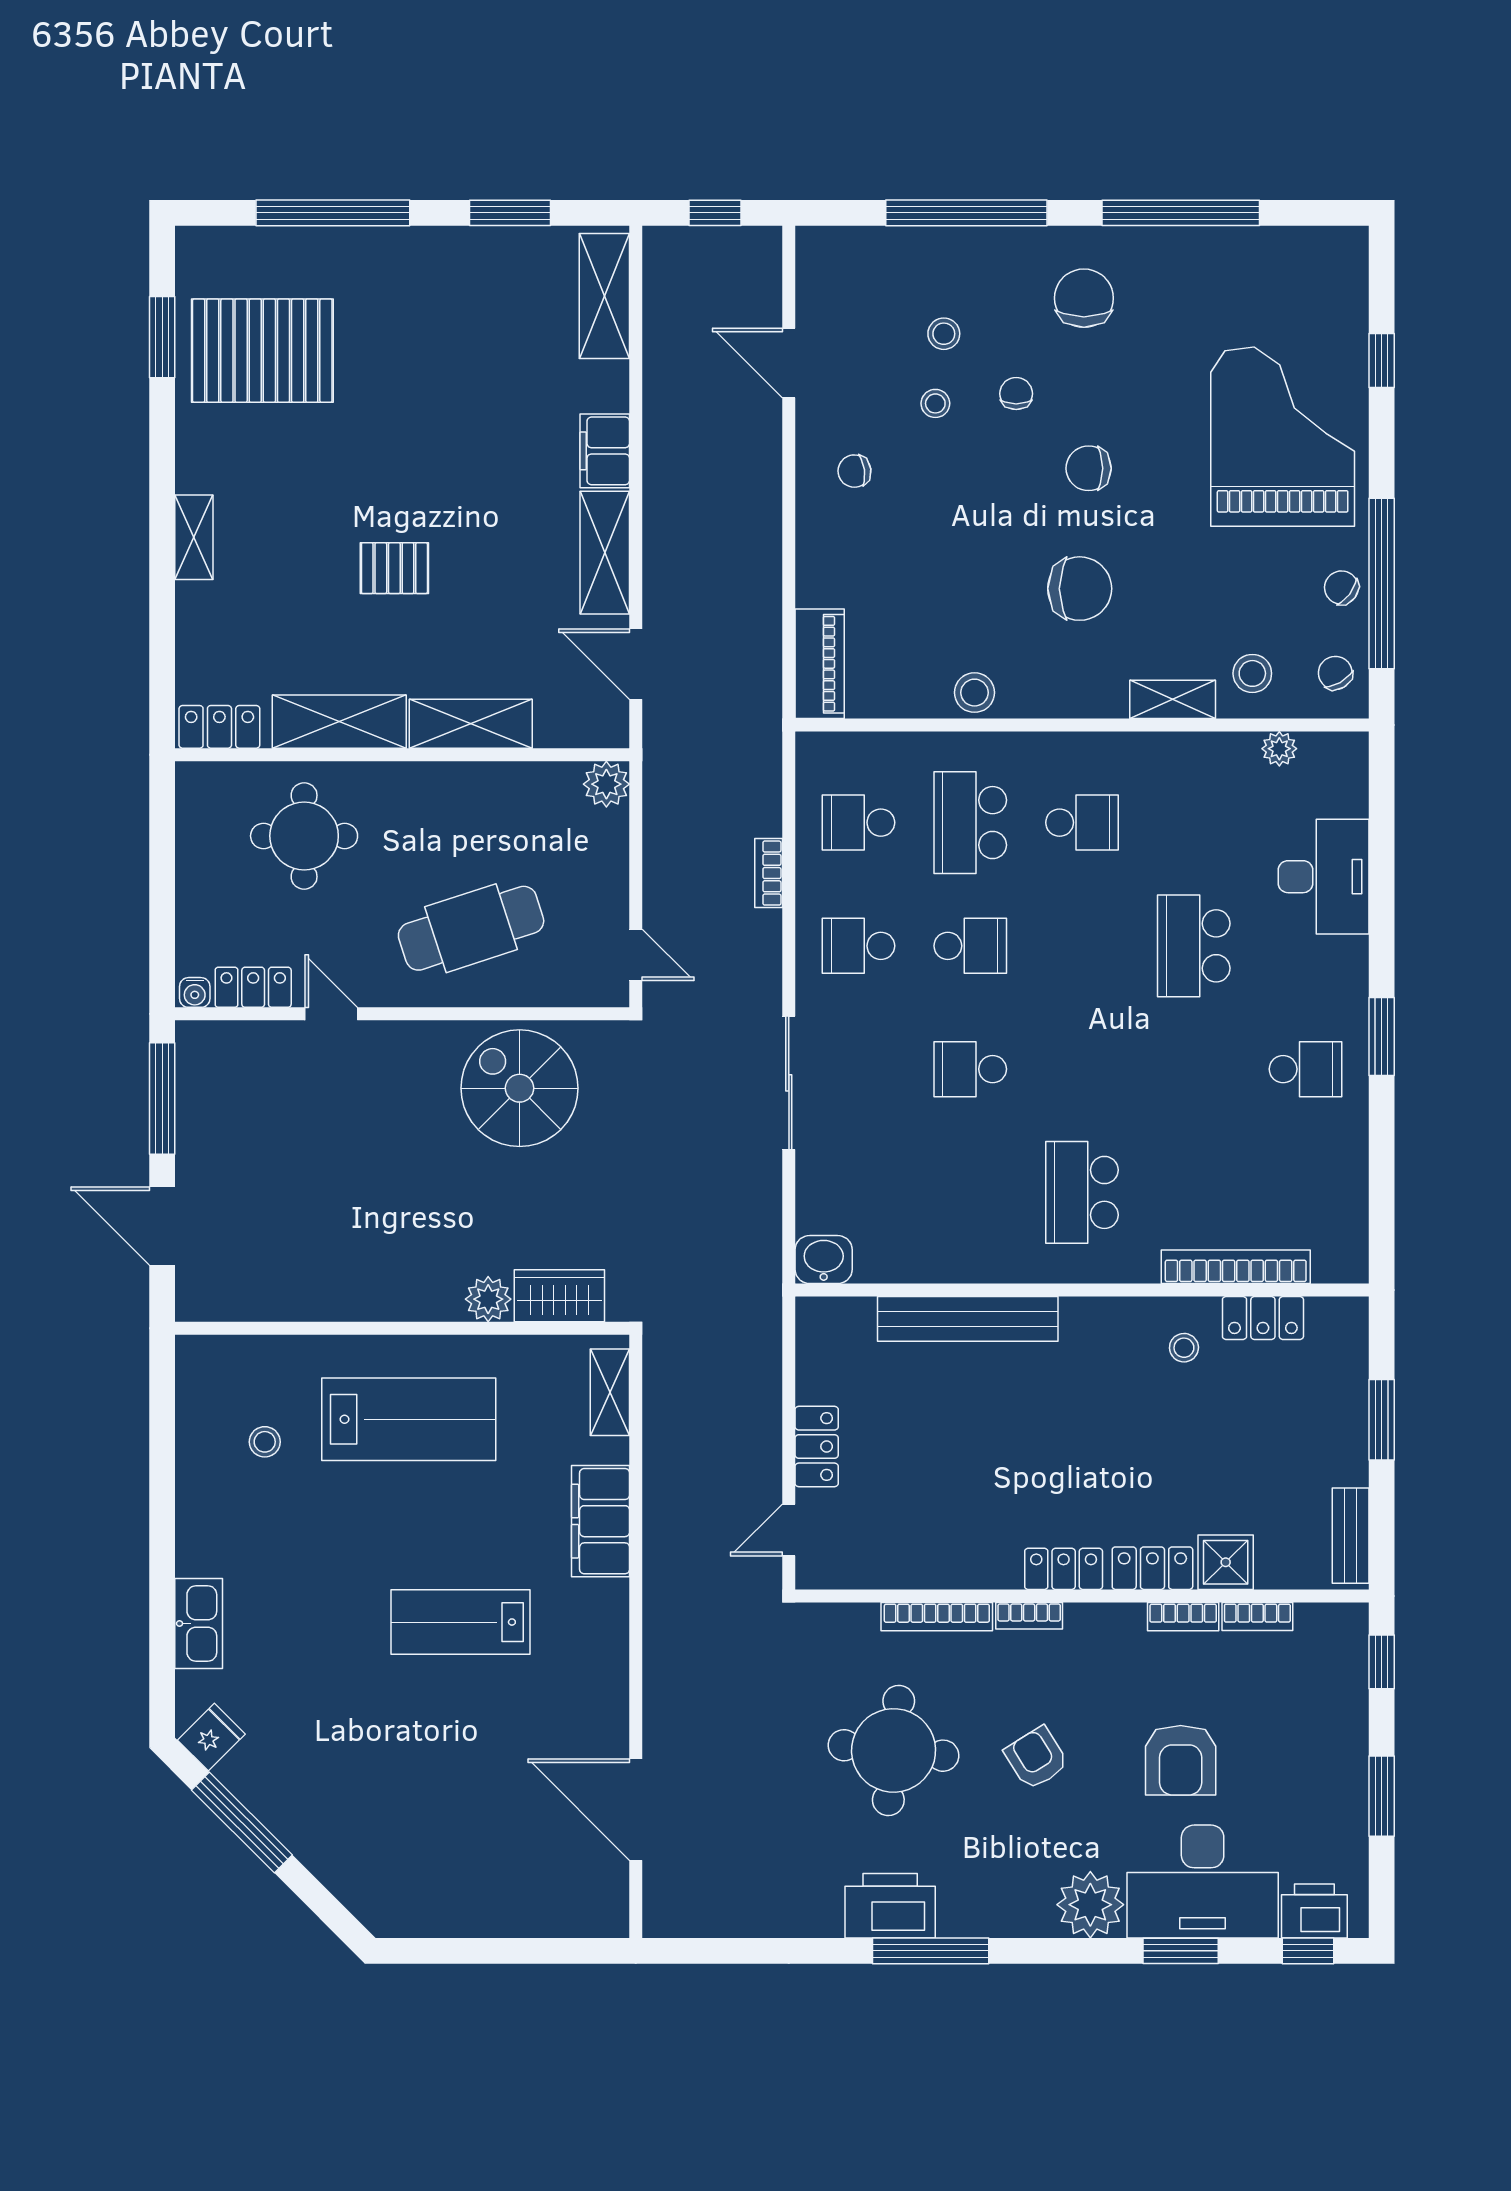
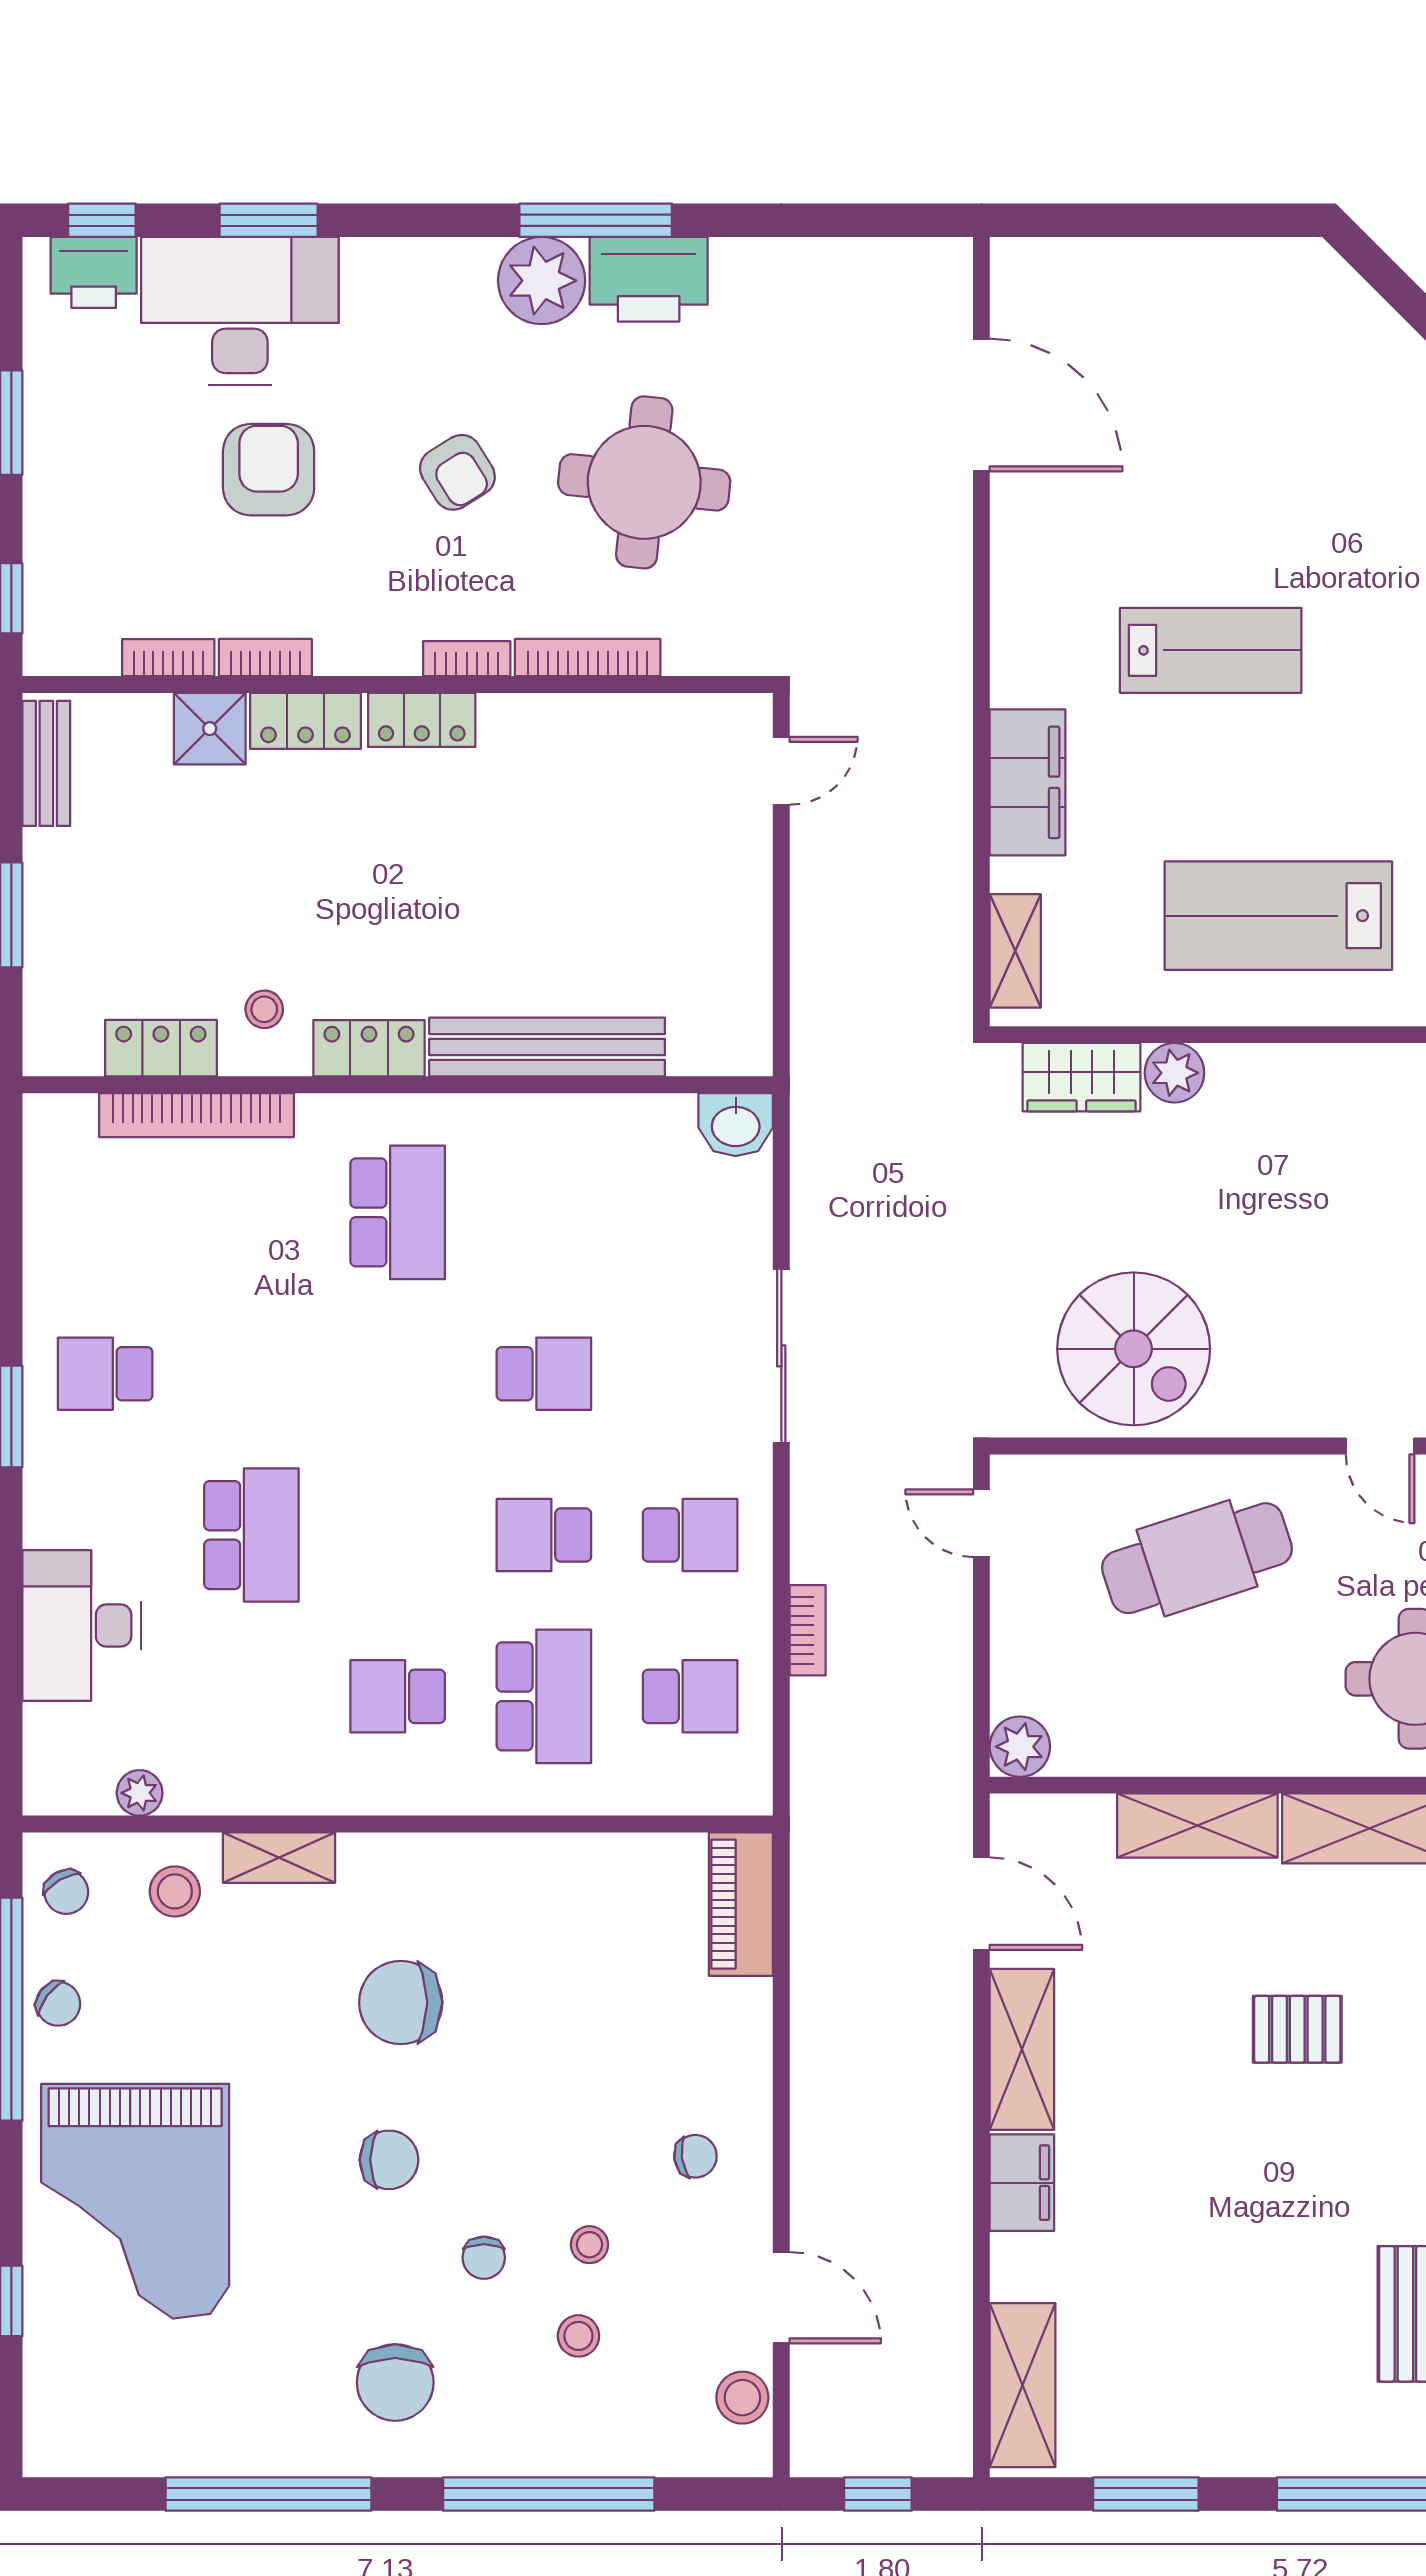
stool: (974, 693) -> (742, 2398), moved
locker: (817, 1447) -> (369, 1048), moved, turned 90
plant: (1090, 1905) -> (542, 281), moved

